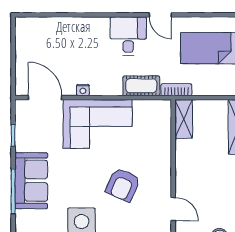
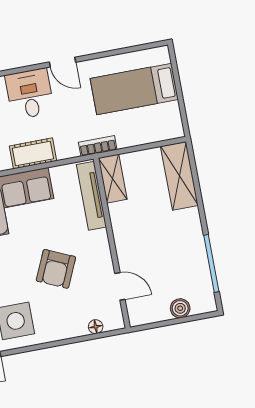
cot: (141, 86) -> (33, 153), moved
tv unit: (164, 130) -> (92, 196), added

